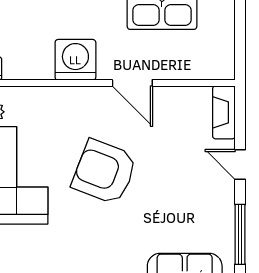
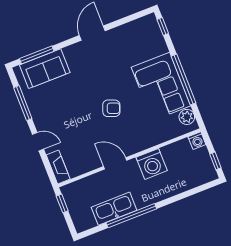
window: (240, 53) -> (62, 203), added
armchair: (104, 172) -> (111, 108), width x0.53, depth x0.53

